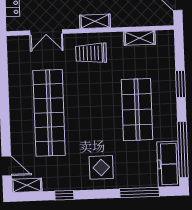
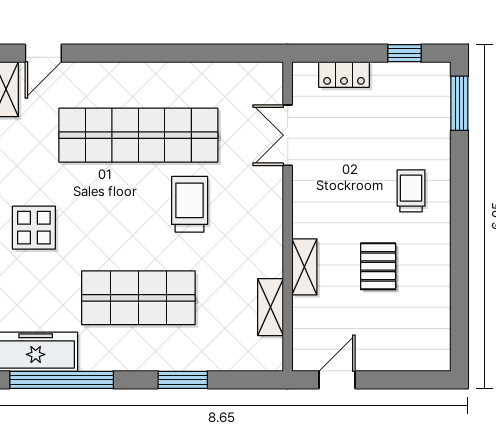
shelving: (95, 21) -> (304, 267), moved
trolley: (91, 53) -> (190, 204), moved

